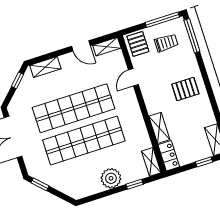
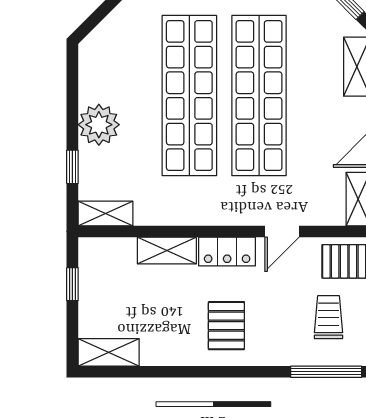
trolley: (166, 43) -> (328, 317), turned 180
door: (133, 77) -> (282, 232), swing flipped
locker: (169, 156) -> (227, 252), moved
window: (204, 162) -> (72, 284), moved

